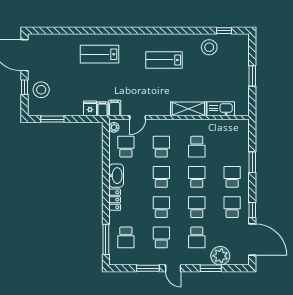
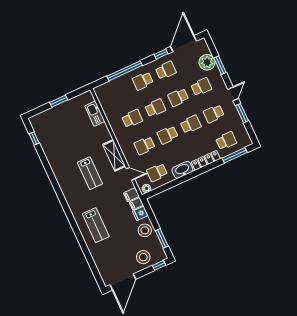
stool: (209, 47) -> (145, 230), moved
lab bench: (164, 60) -> (90, 173), moved
window: (24, 87) -> (159, 265), moved
shelving: (188, 109) -> (114, 155), moved
window: (252, 162) -> (125, 71), width x2.11
school desk: (197, 177) -> (155, 108), turned 180
locker: (115, 200) -> (206, 160), width x1.53
school desk: (161, 207) -> (191, 124), turned 180
school desk: (232, 207) -> (166, 70), turned 180

